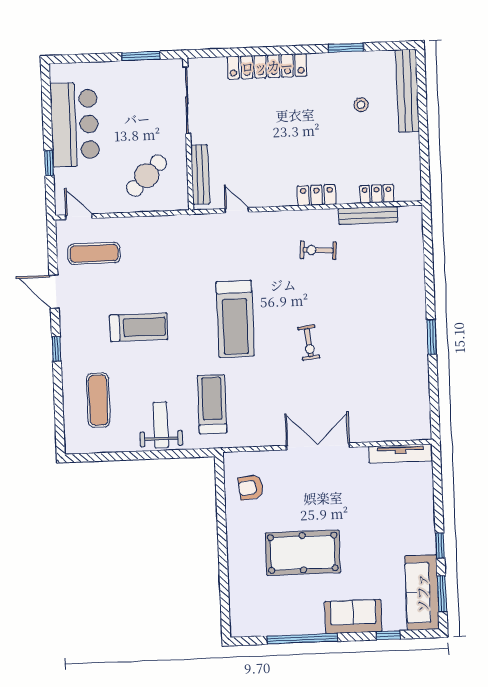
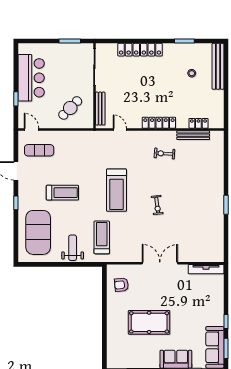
locker: (317, 195) -> (159, 123), width x1.53
exercise mat: (98, 400) -> (38, 232), width x2.00, depth x1.45

